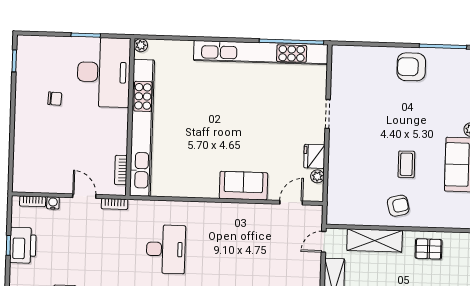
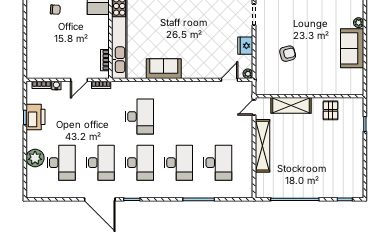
coffee table: (406, 164) -> (312, 49), removed
plant: (317, 176) -> (248, 74), moved
sofa: (243, 186) -> (164, 69), moved
door: (84, 196) -> (79, 80), swing flipped
armchair: (398, 206) -> (288, 54), moved
pallet: (429, 249) -> (330, 110), turned 90

